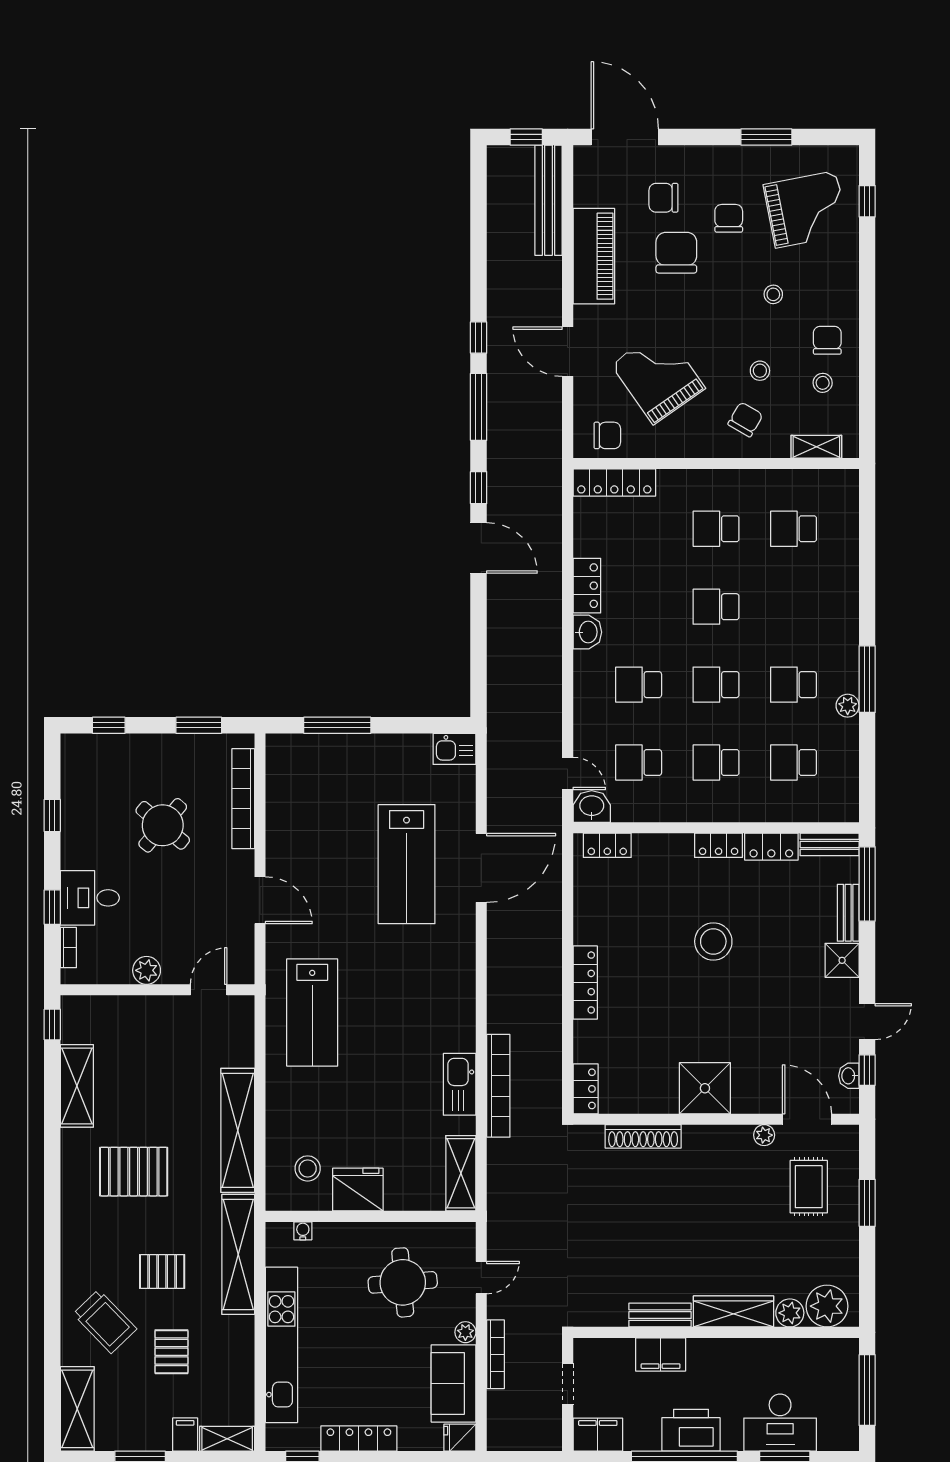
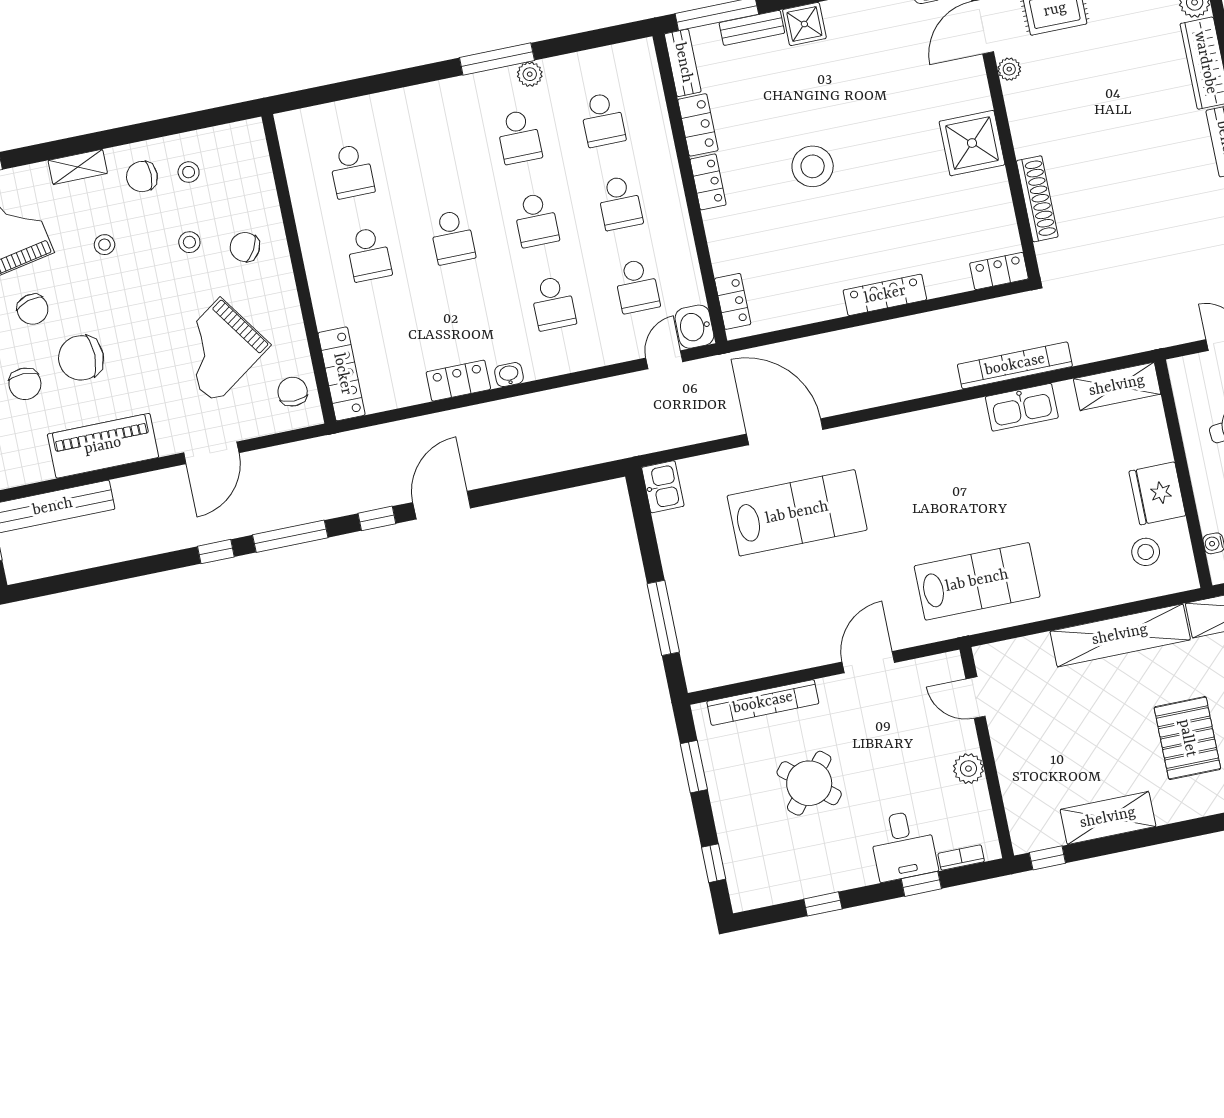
chair: (729, 218) -> (33, 309), turned -106
shelving: (816, 447) -> (78, 167), moved, turned 90
washbasin: (587, 632) -> (509, 375), width x0.72, depth x0.69

